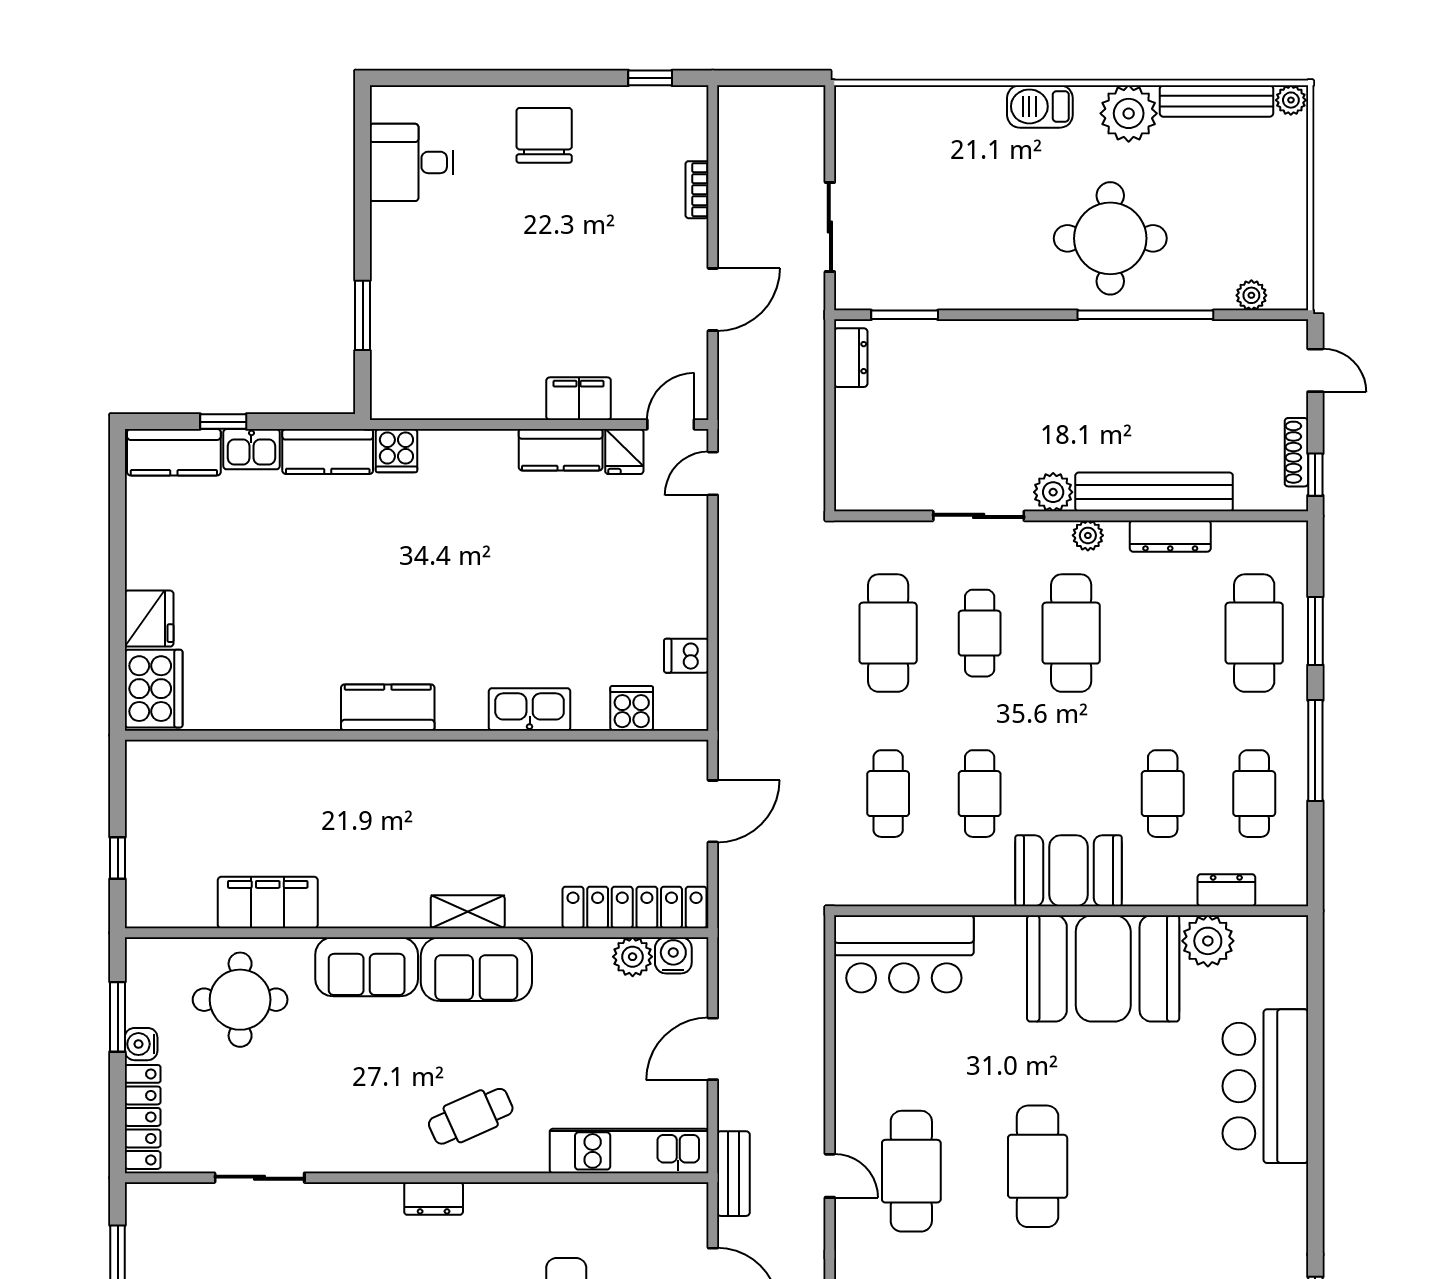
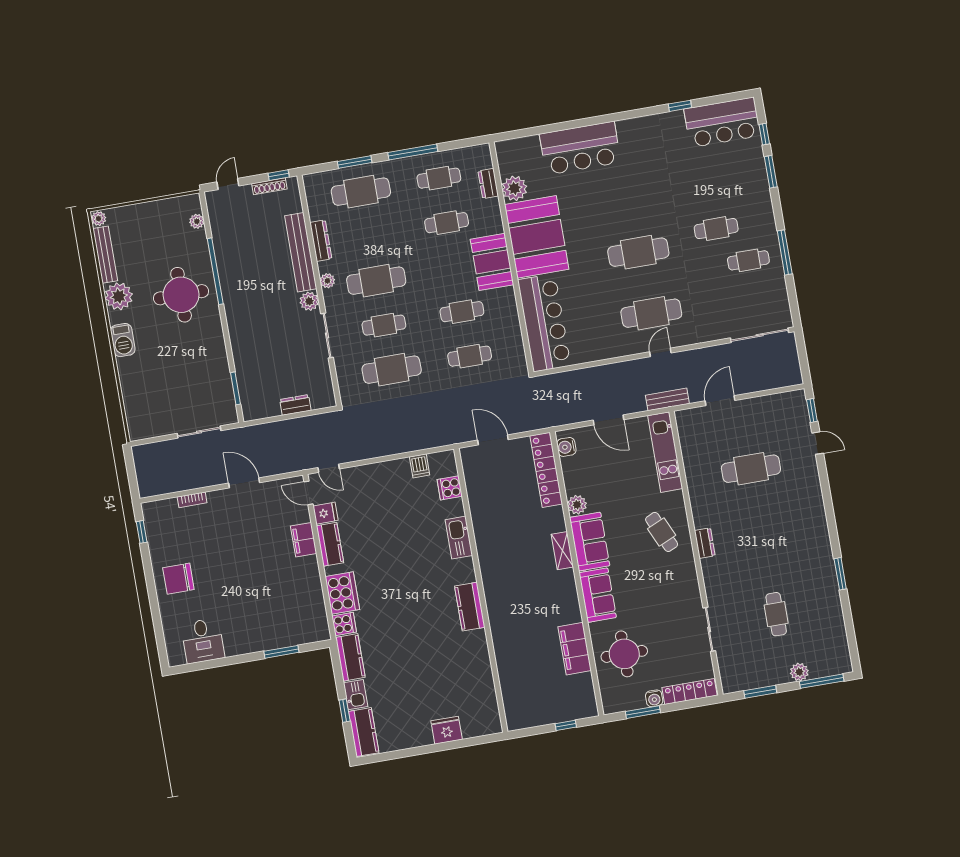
dresser: (851, 358) -> (295, 405), moved
cooker: (154, 689) -> (342, 593), moved, turned 90
bar counter: (904, 954) -> (544, 323), width x1.36
plant: (633, 957) -> (577, 505), moved

